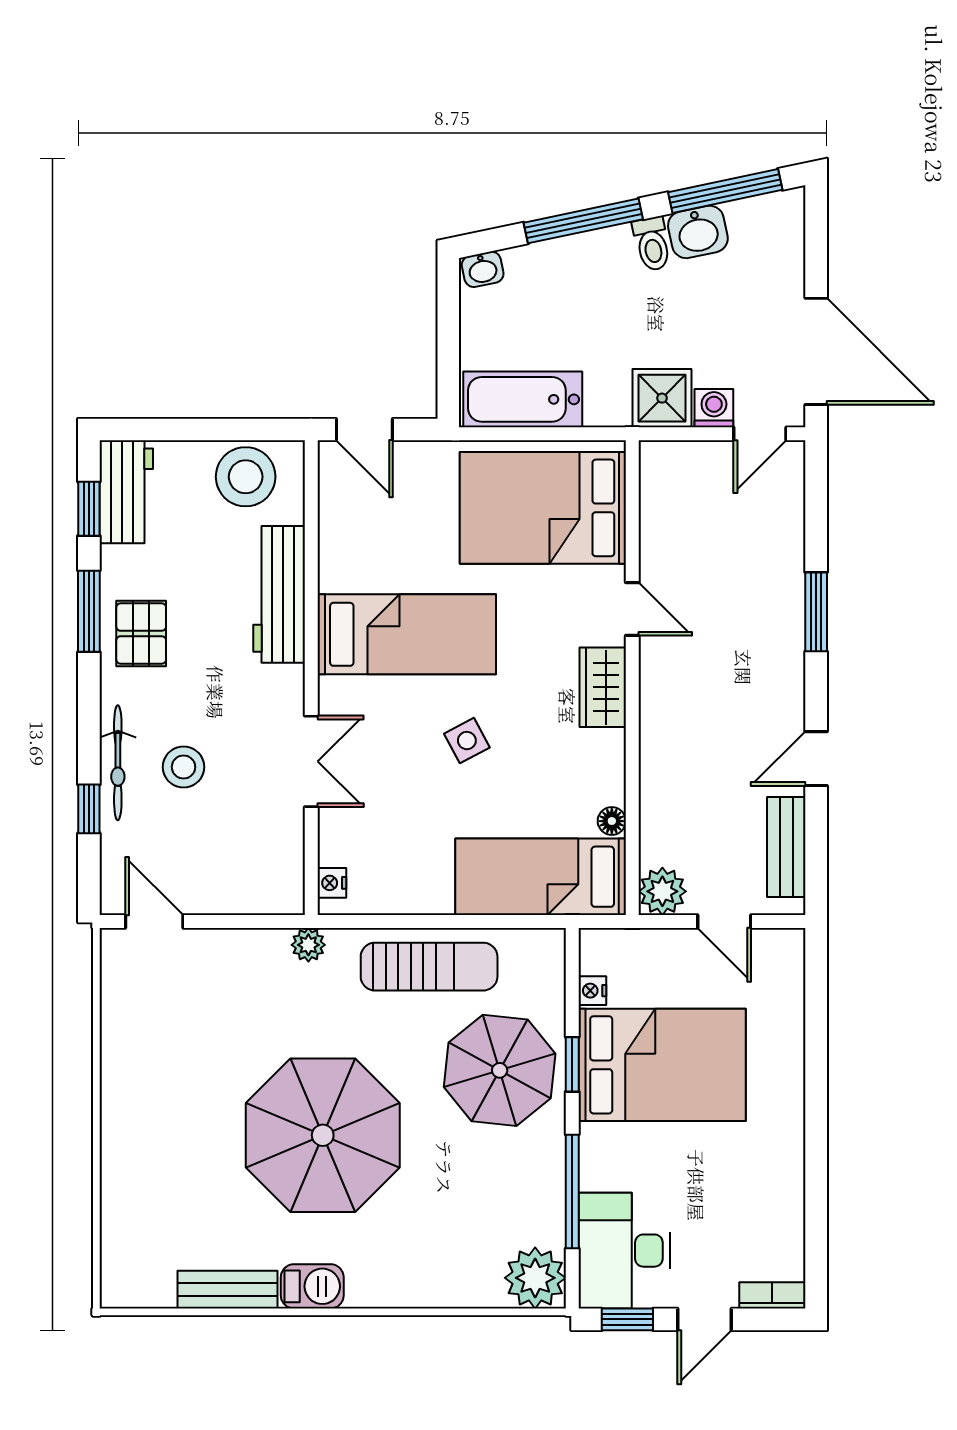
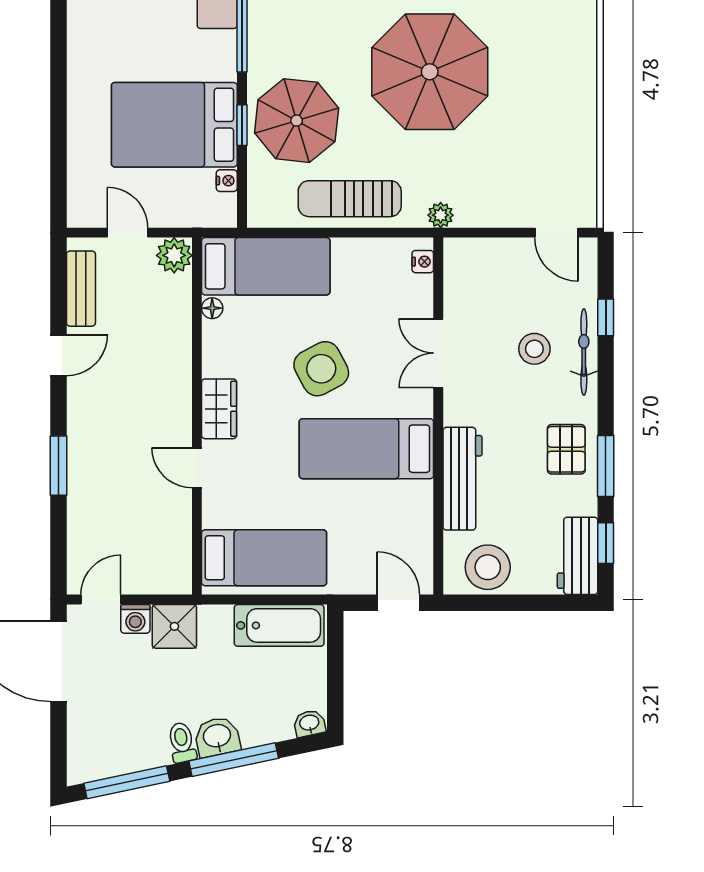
washbasin: (698, 232) -> (217, 737), moved
bed: (543, 508) -> (264, 558), width x0.67
side table: (467, 741) -> (321, 369), width x1.87, depth x1.87

